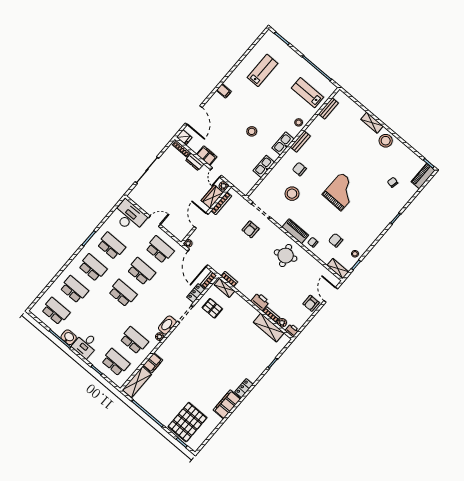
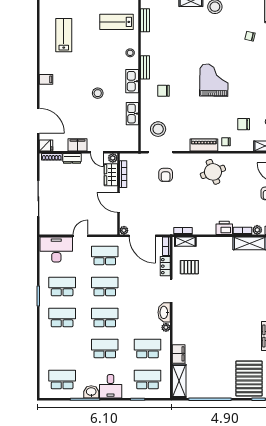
stool: (292, 194) -> (158, 129), moved
school desk: (74, 289) -> (105, 349), moved

